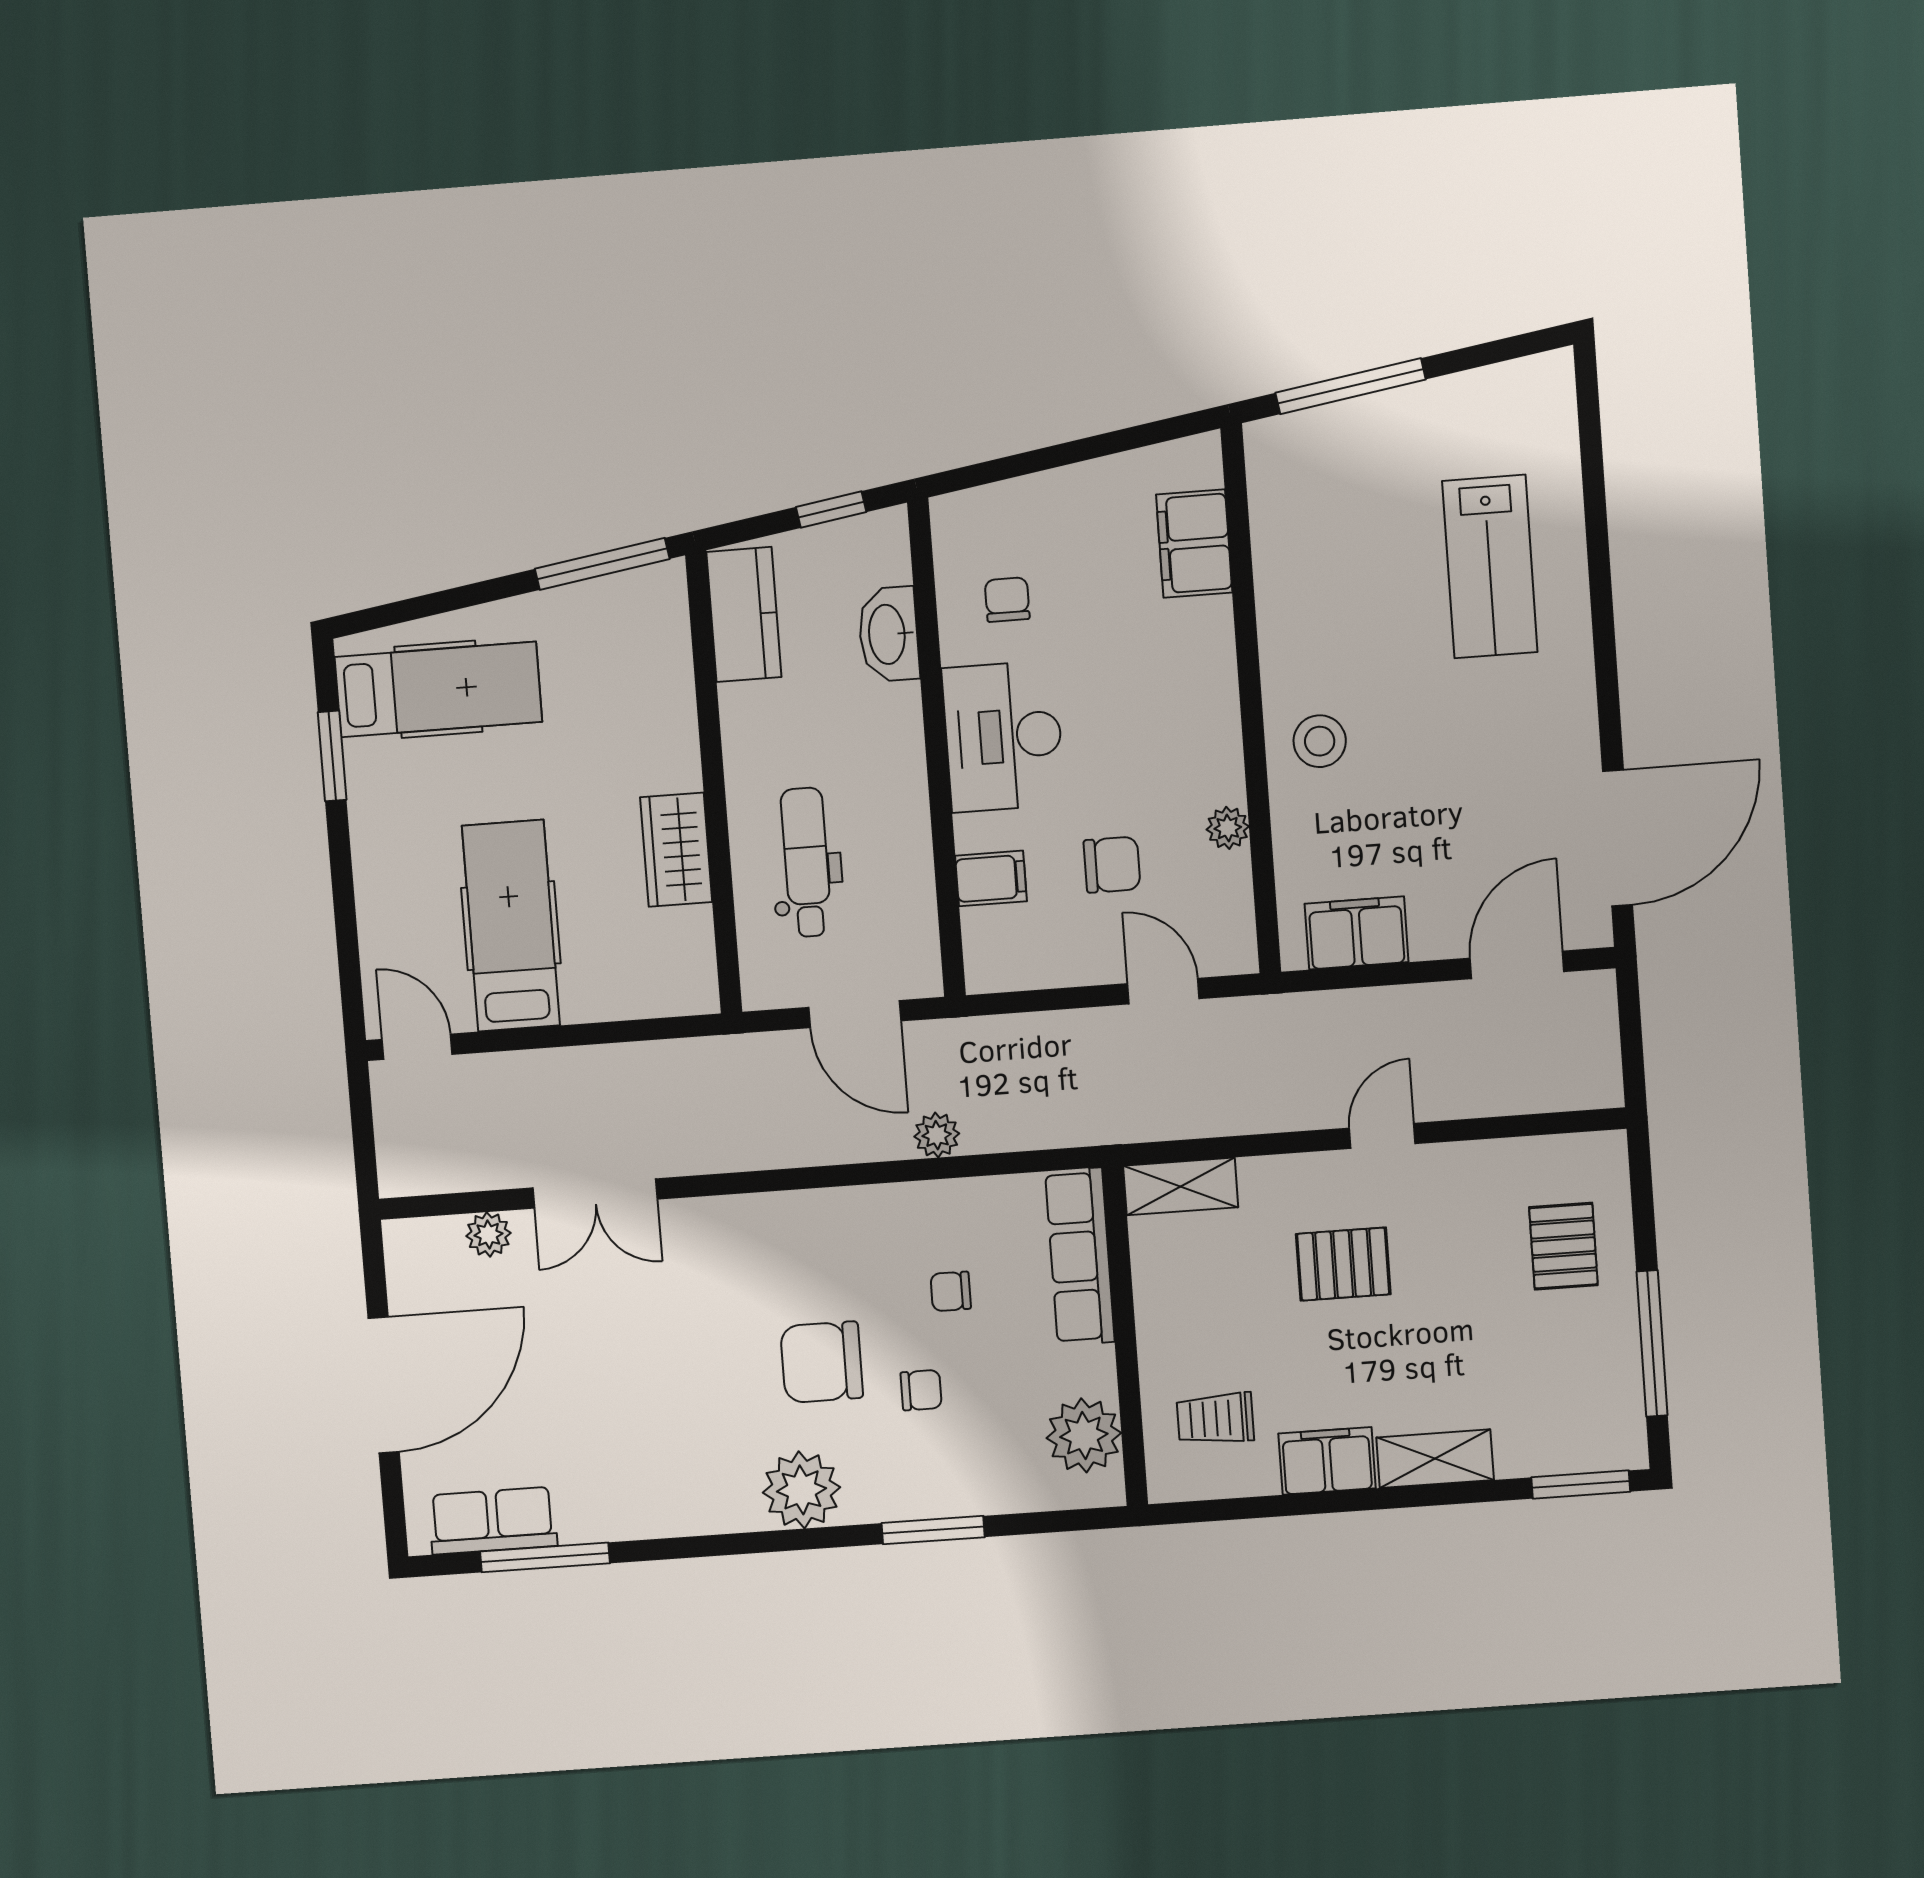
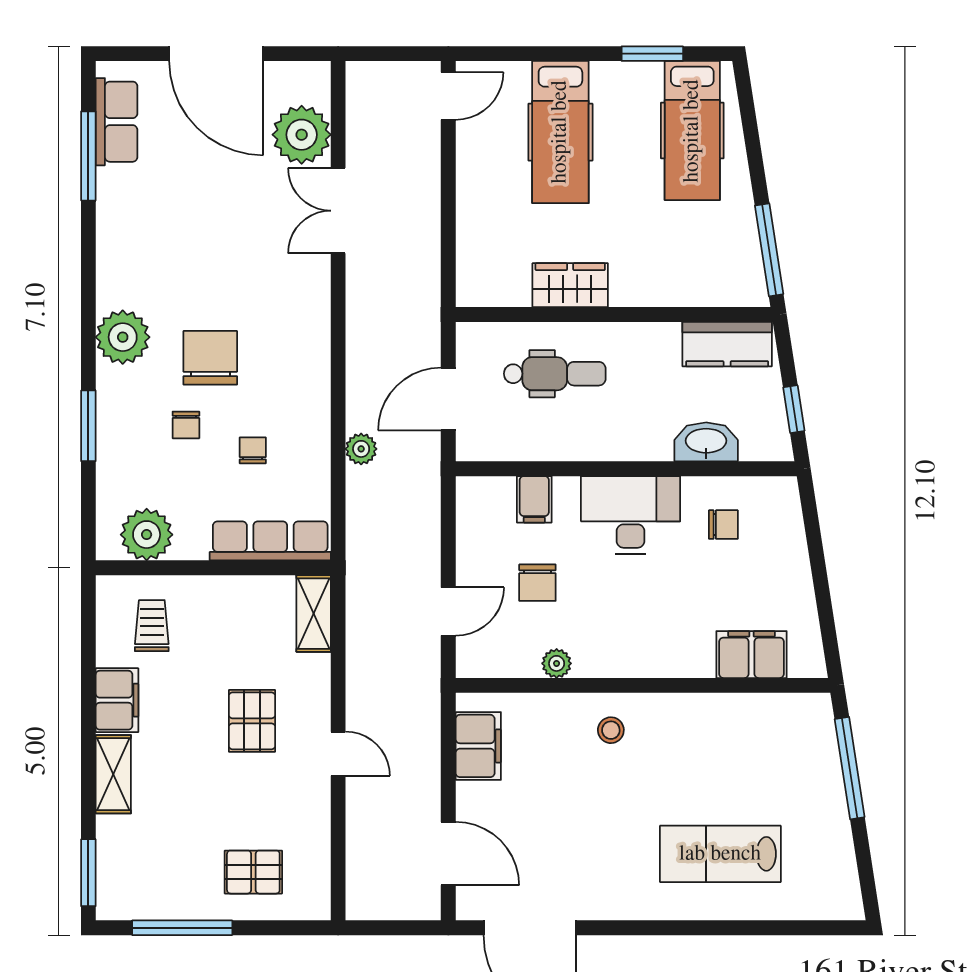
stool: (1320, 741) -> (611, 730), width x0.73, depth x0.73
hospital bed: (511, 926) -> (560, 132), moved, turned 90
plant: (488, 1234) -> (302, 135), width x1.88, depth x1.88

